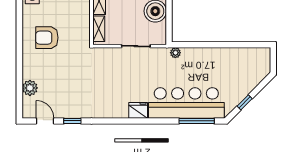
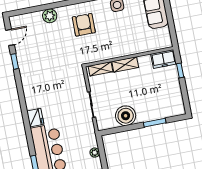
plant: (175, 53) -> (95, 153), moved
plant: (30, 88) -> (50, 16), moved

